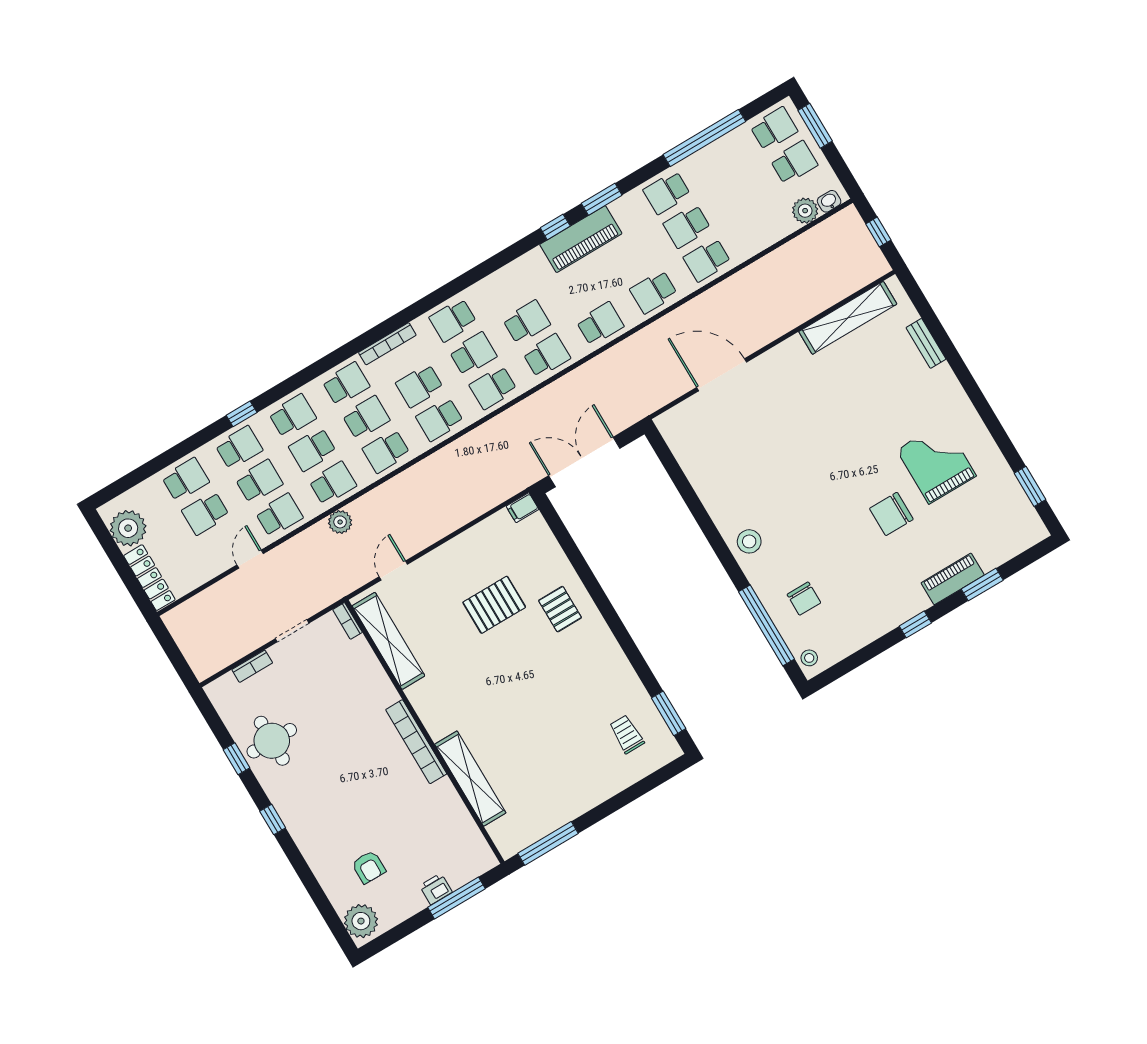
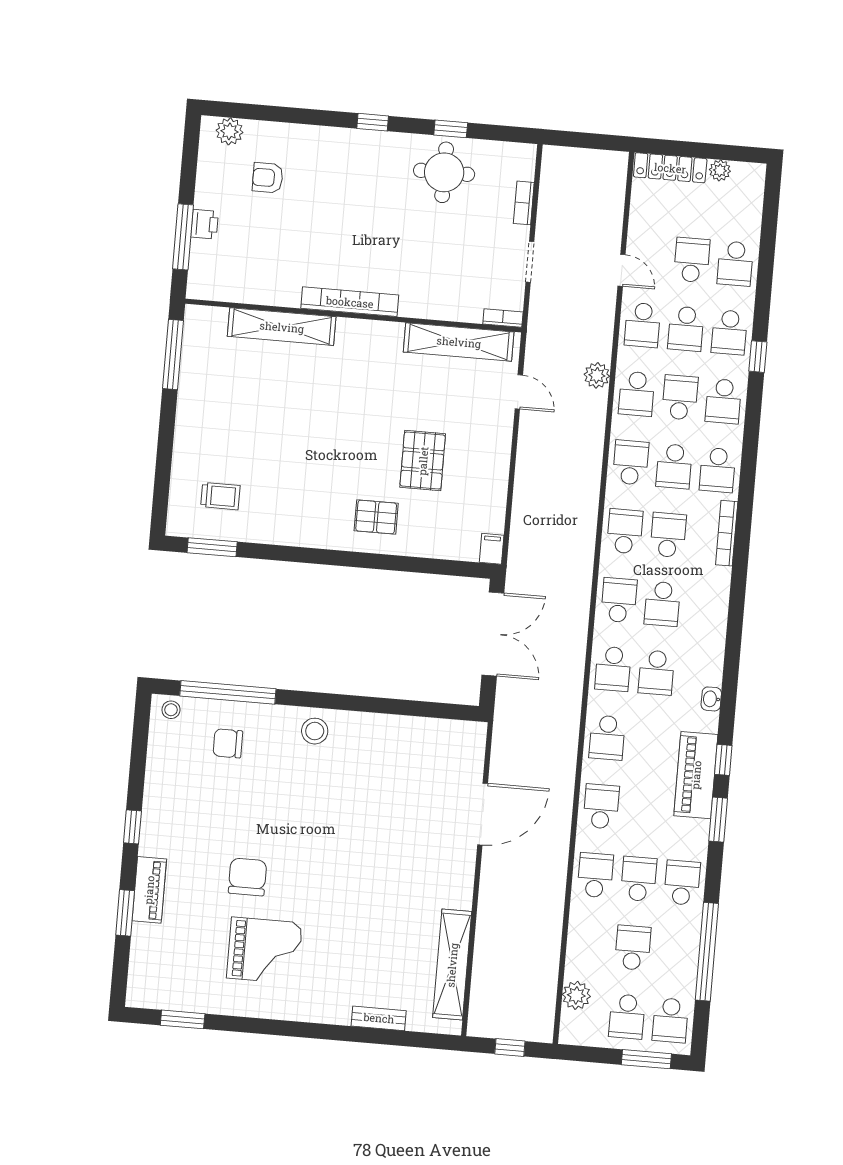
washbasin: (829, 201) -> (711, 699), moved, turned 180
school desk: (453, 320) -> (633, 948), moved
plant: (128, 528) -> (720, 170), width x0.53, depth x0.53
plant: (361, 921) -> (229, 131), width x0.73, depth x0.73

